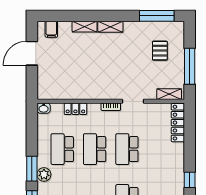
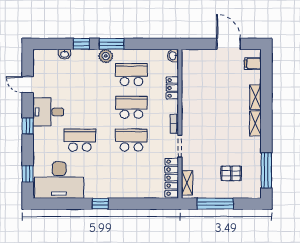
locker: (178, 123) -> (172, 178), moved, turned -90

